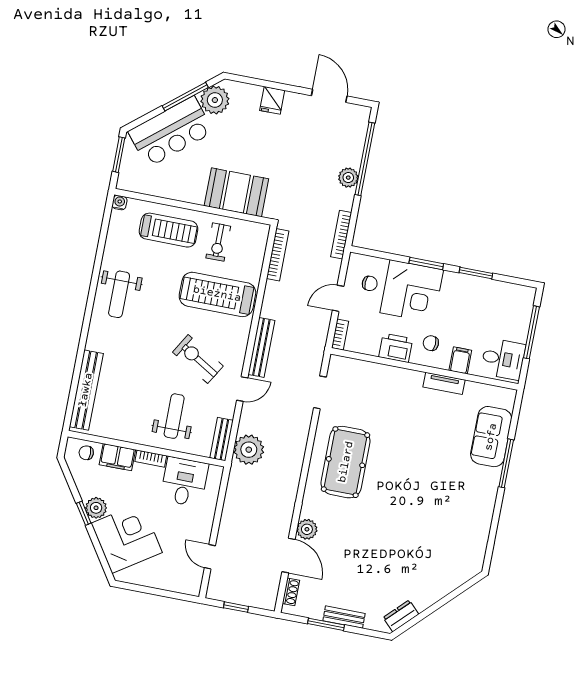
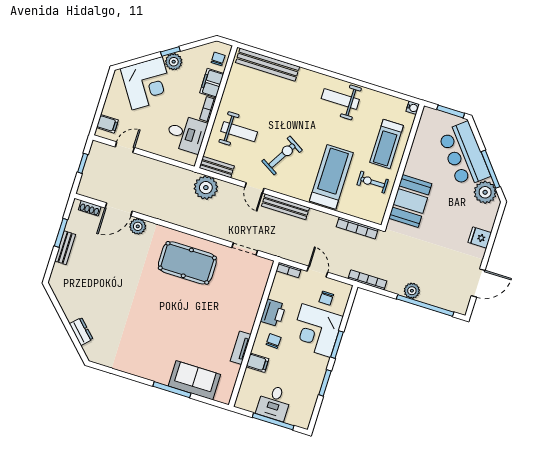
desk: (503, 359) -> (274, 403), moved
filing cabinet: (183, 582) -> (107, 124), added
dresser: (401, 616) -> (81, 331), moved

